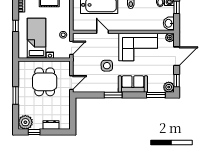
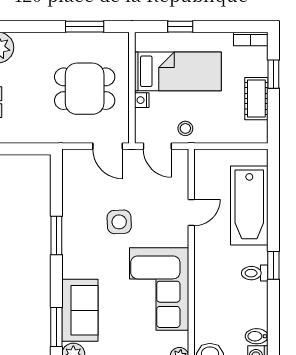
window: (16, 26) -> (180, 27), moved
door: (71, 83) -> (108, 146), moved
sofa: (133, 84) -> (80, 310), moved
window: (16, 96) -> (85, 27), moved

